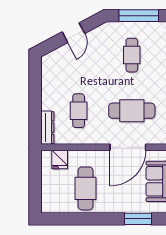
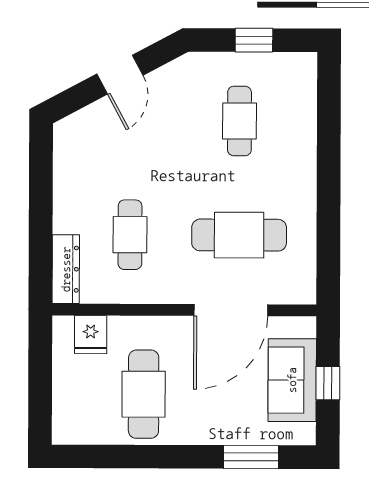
window: (139, 16) -> (254, 40), width x0.46

